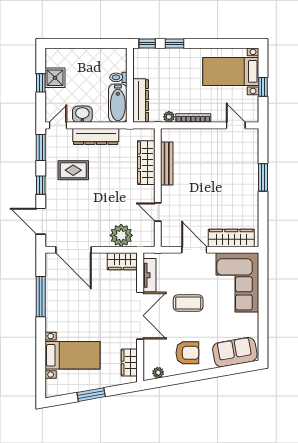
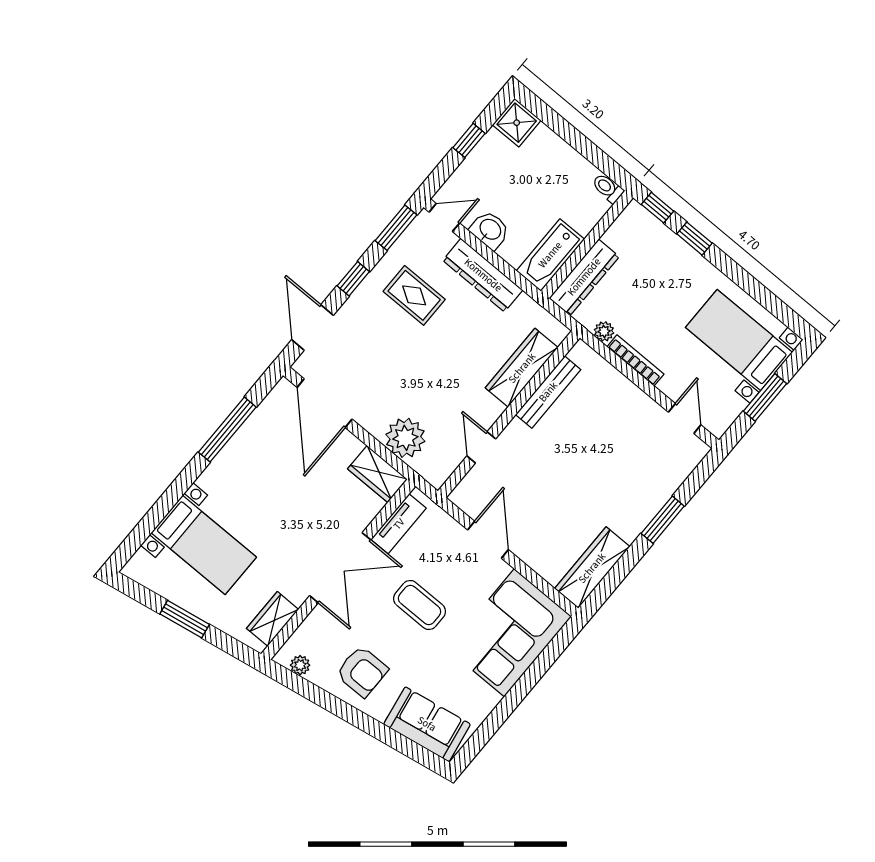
toilet: (118, 77) -> (608, 188), moved
shower: (55, 78) -> (517, 123), moved
window: (263, 87) -> (765, 397), width x1.50
wardrobe: (231, 238) -> (592, 568), moved, turned -90

